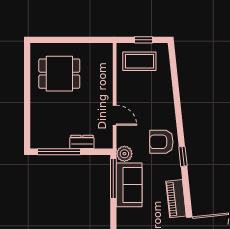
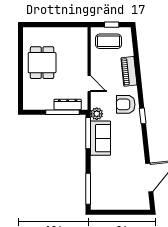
dining table: (59, 74) -> (42, 63), moved, turned 90
dresser: (82, 142) -> (68, 104), width x1.44
window: (59, 152) -> (62, 112), moved
piano: (176, 199) -> (129, 71), moved

